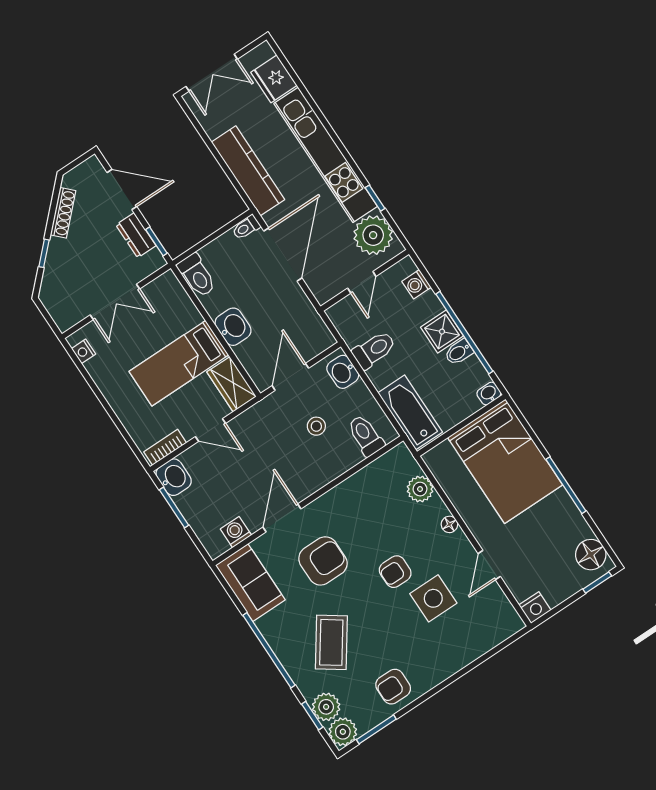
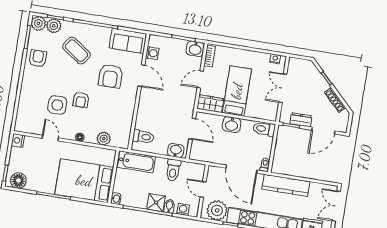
bidet: (459, 352) -> (169, 206), moved
stool: (316, 426) -> (164, 121), removed
armchair: (395, 572) -> (81, 100), turned 180

